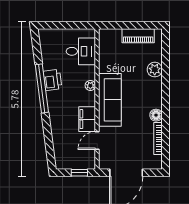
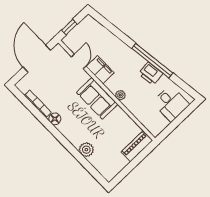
piano: (138, 36) -> (137, 146), moved
desk: (81, 51) -> (171, 103), moved, turned -90
sofa: (110, 100) -> (97, 98), width x0.73

